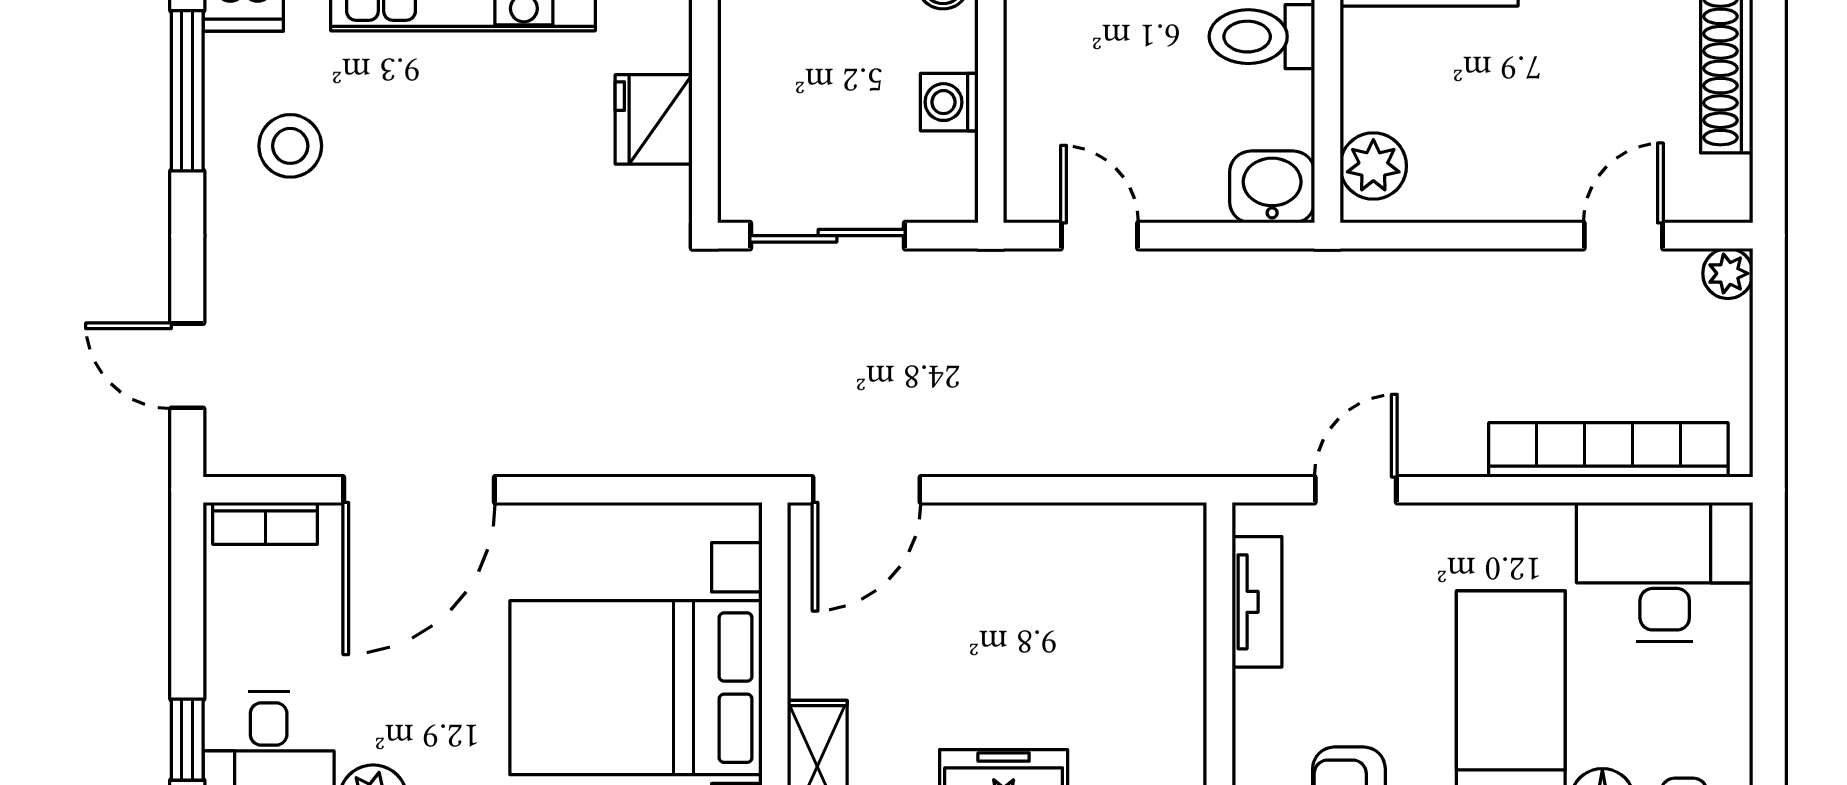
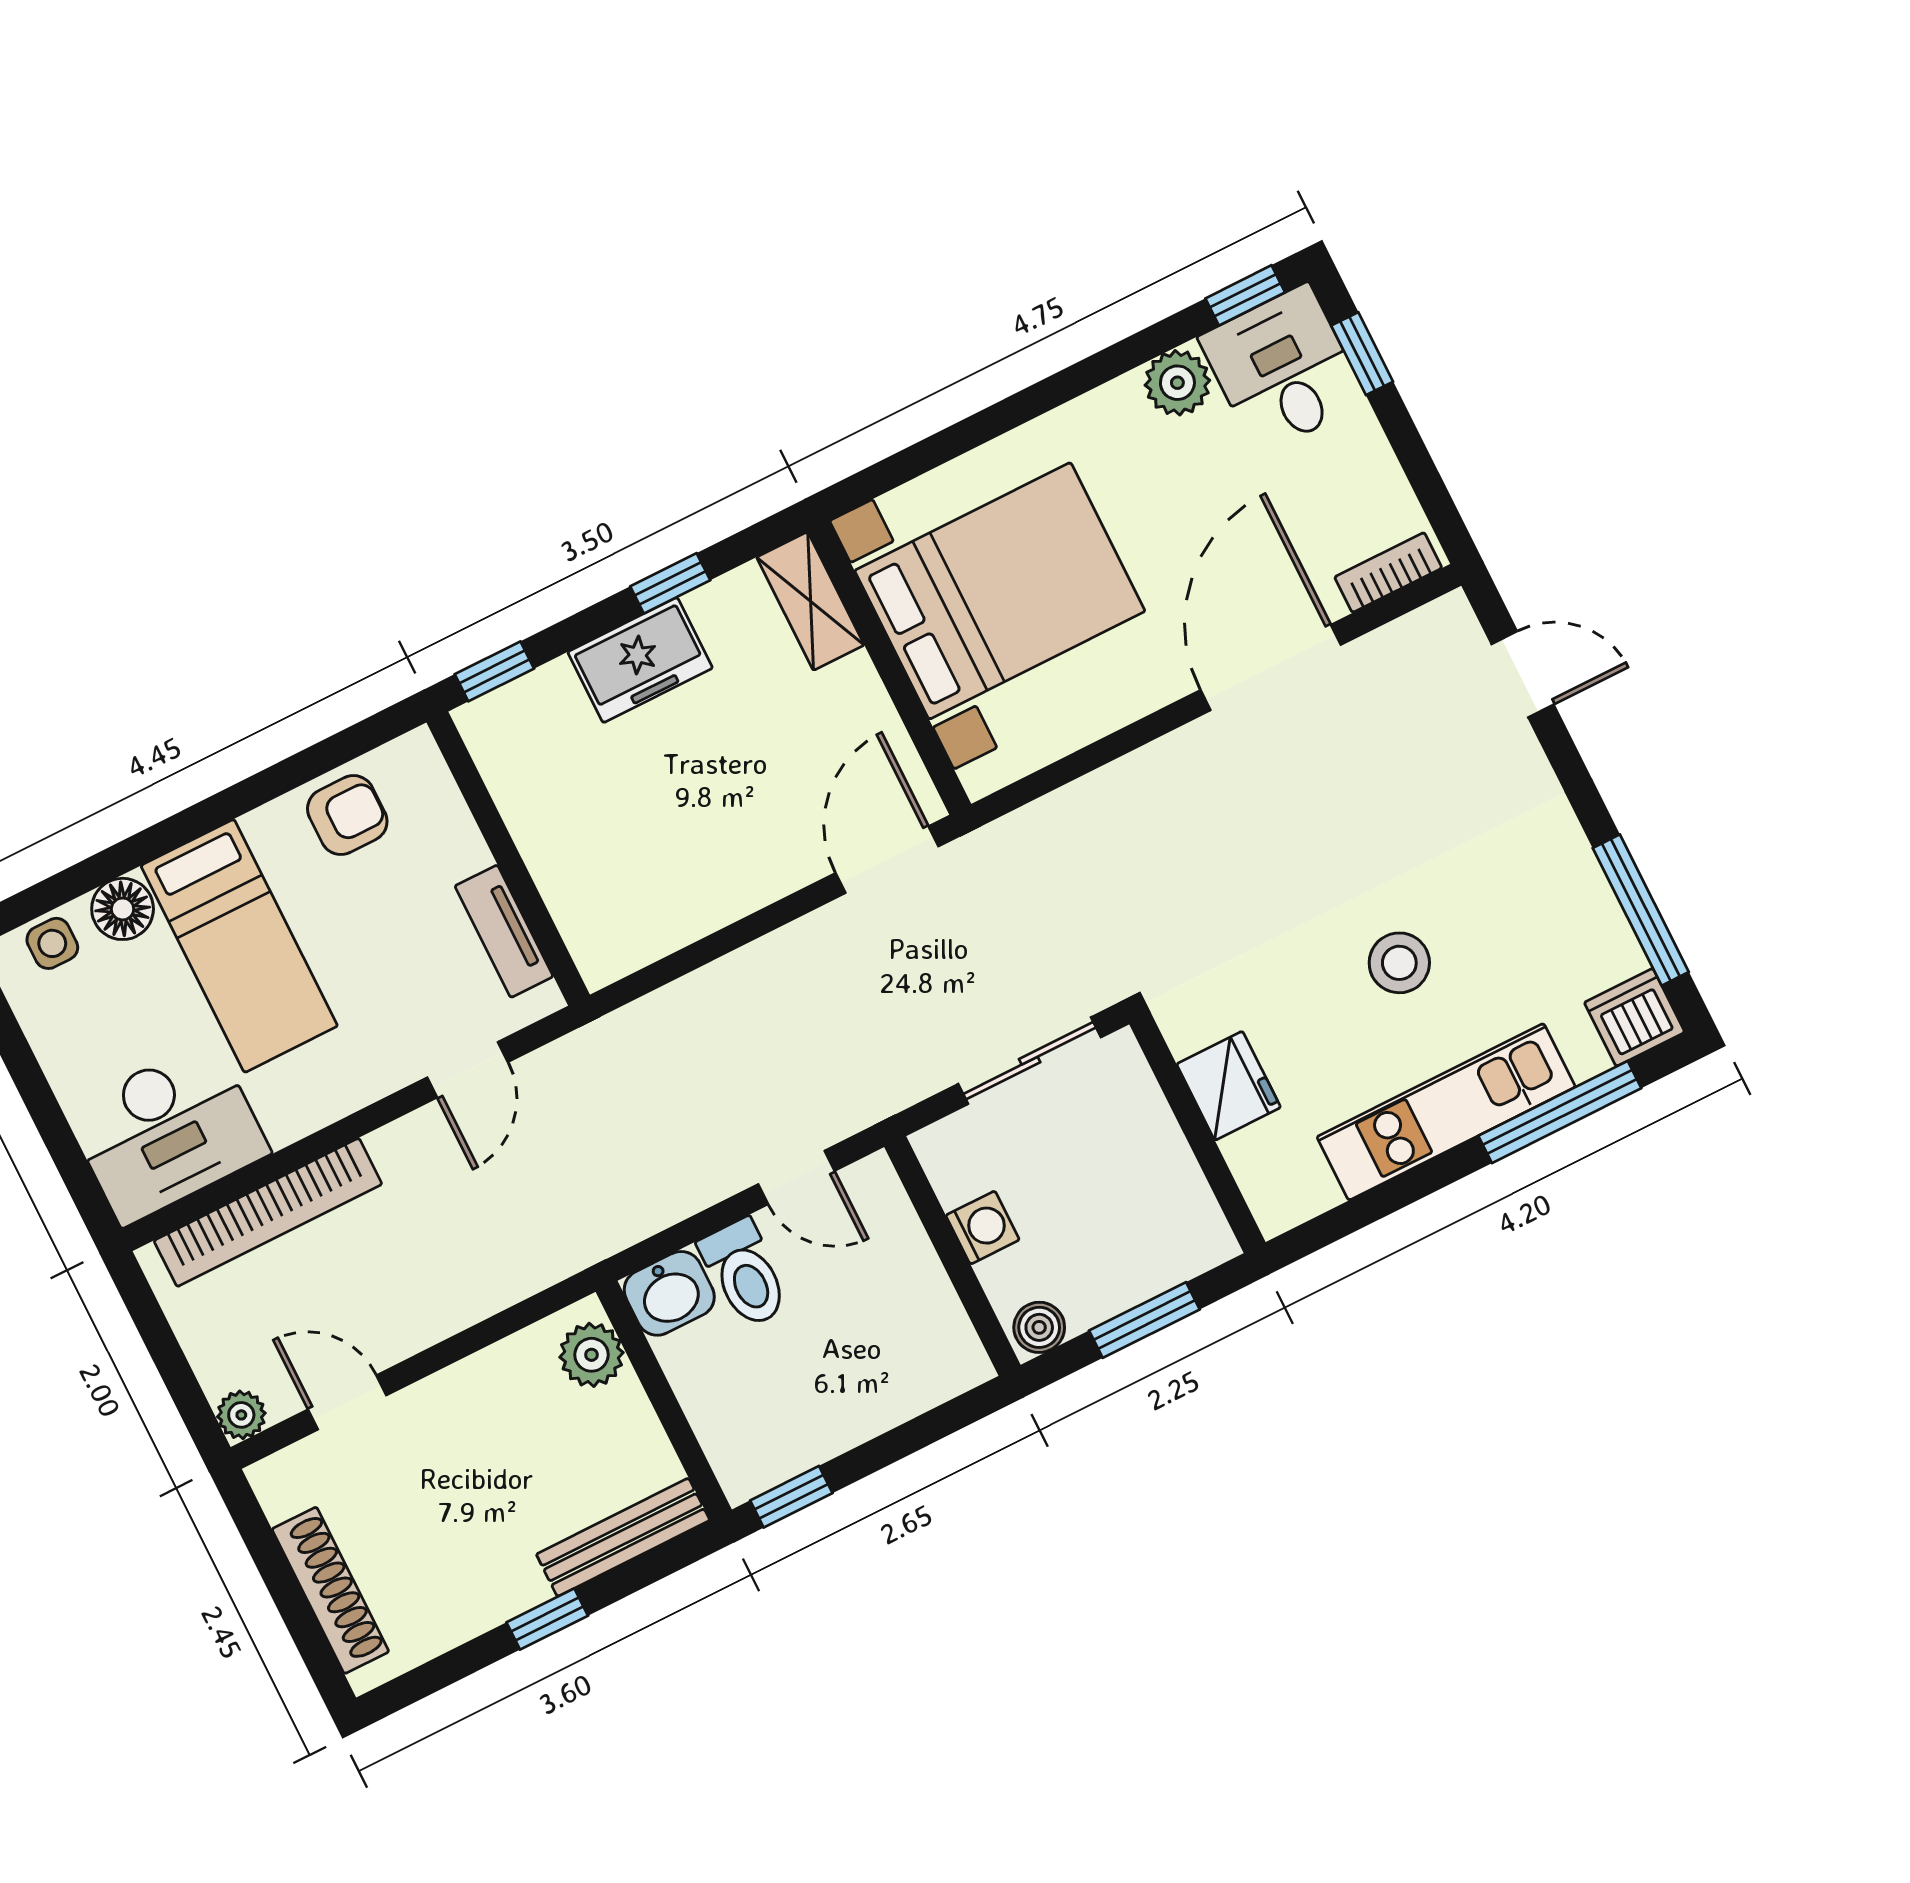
toilet: (1262, 37) -> (745, 1274), moved, turned 90
stool: (290, 146) -> (1399, 963), moved
door: (1623, 236) -> (347, 1402), swing flipped

